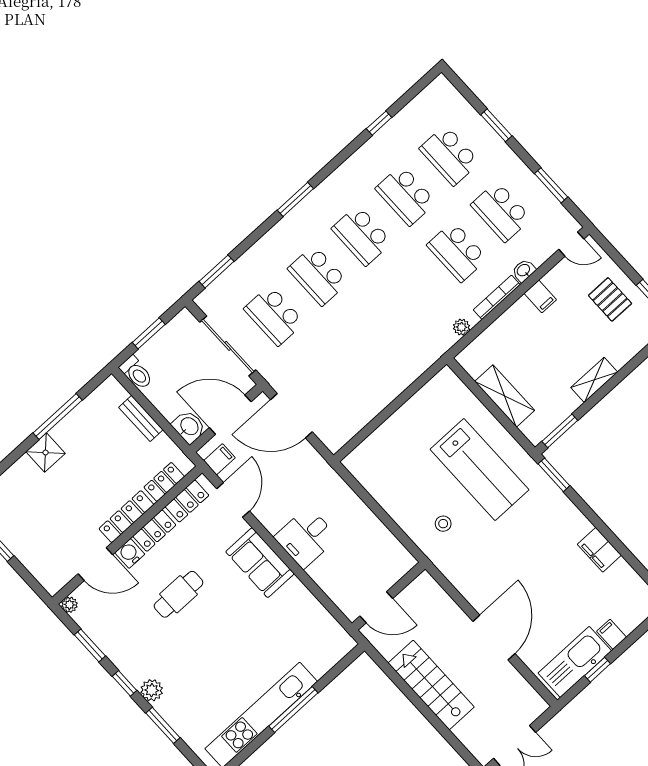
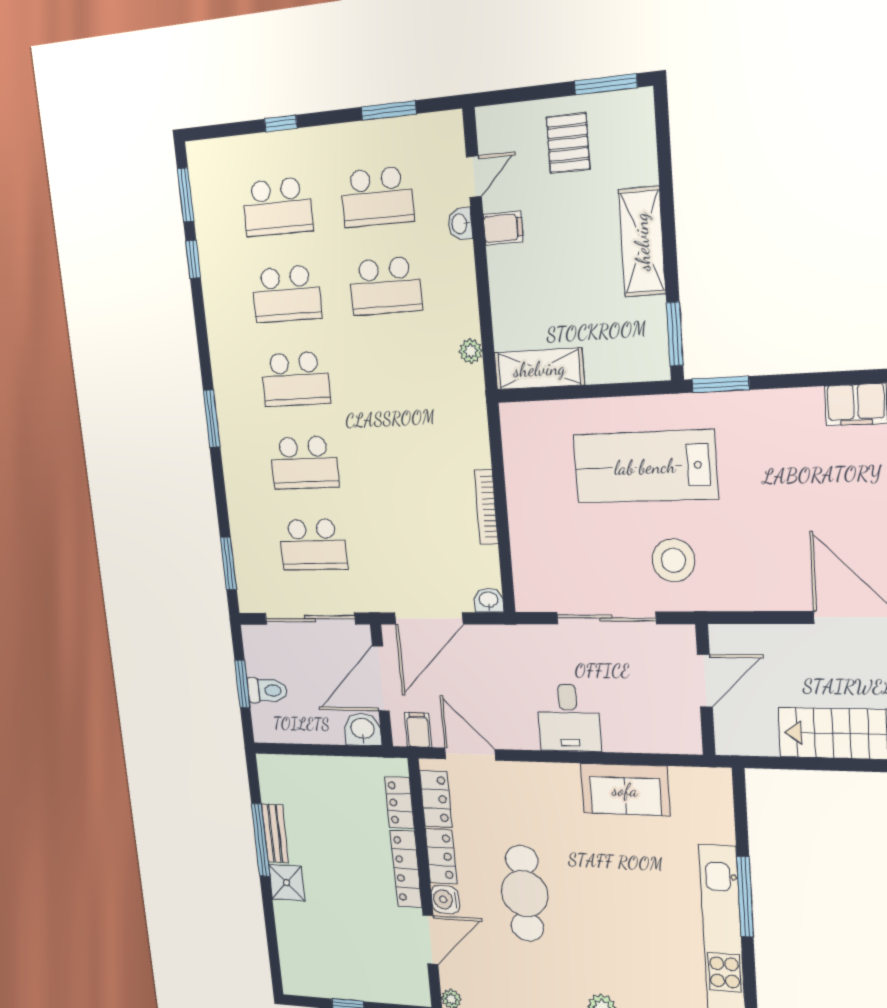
window: (412, 93) -> (186, 195), added
window: (496, 125) -> (281, 123), width x0.67
door: (571, 244) -> (474, 177), moved
bookcase: (497, 297) -> (486, 507), moved
pallet: (610, 299) -> (568, 143), turned 90
toilet: (136, 373) -> (267, 690), moved
shelving: (594, 380) -> (642, 242), width x1.50, depth x1.33
shelving: (505, 396) -> (539, 369), moved
bench: (141, 418) -> (275, 834), moved, turned 90
washbasin: (333, 442) -> (489, 600), added
lab bench: (480, 470) -> (645, 467), turned 180
sliding door: (381, 513) -> (606, 618), added
stool: (443, 524) -> (673, 560), width x1.89, depth x1.89
sofa: (260, 563) -> (625, 790), moved
cafe table: (179, 594) -> (525, 893), width x1.37, depth x1.35
door: (376, 607) -> (705, 681), moved

